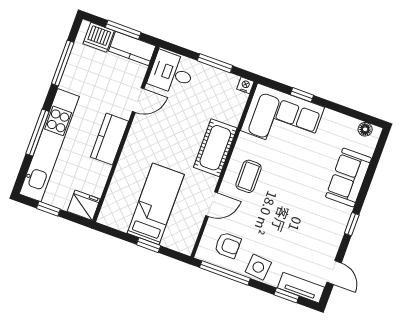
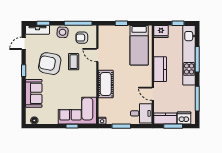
door: (138, 100) -> (153, 94), hinge flipped
coffee table: (249, 176) -> (74, 62), moved
bed: (156, 204) -> (139, 45), moved
door: (211, 204) -> (97, 55), hinge flipped
armchair: (301, 220) -> (50, 64), added
door: (334, 273) -> (24, 43), hinge flipped

